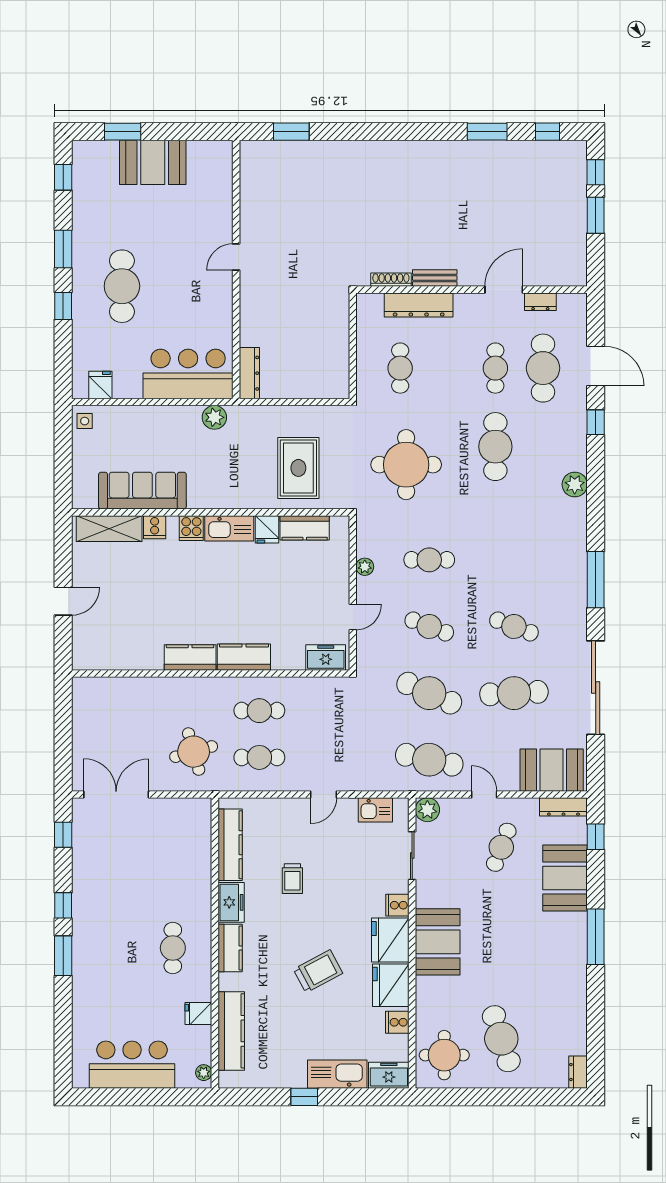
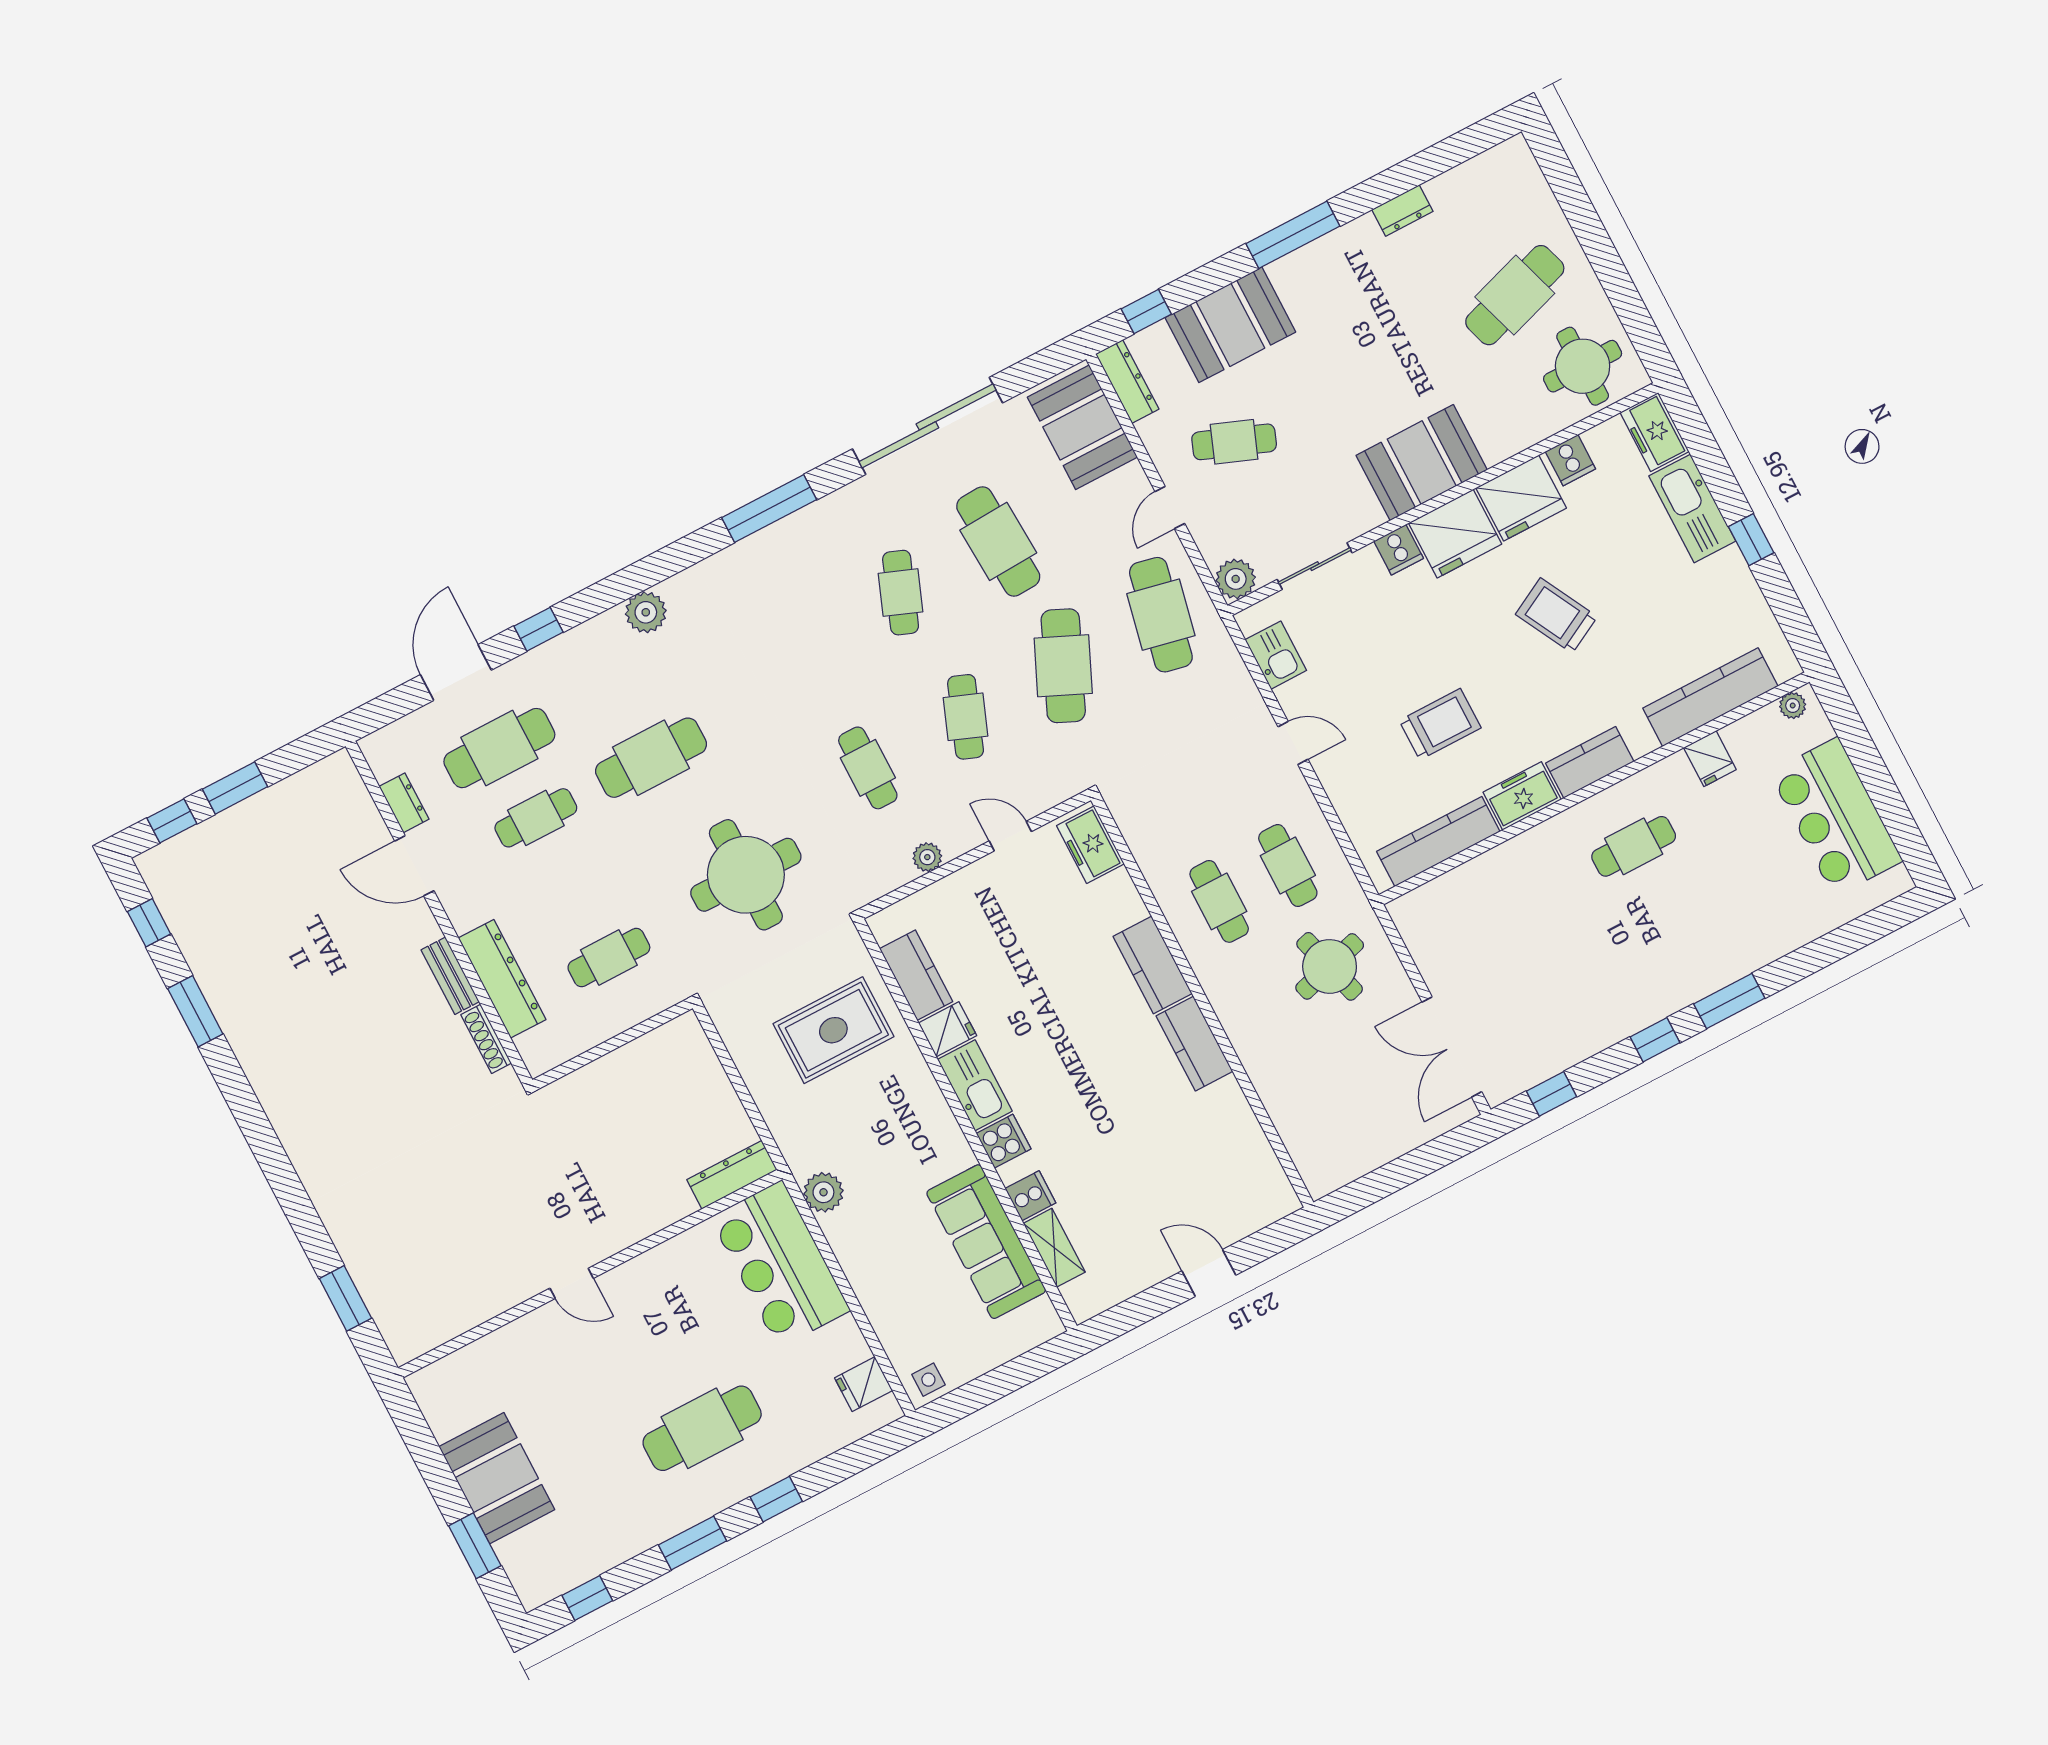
shelving: (109, 529) -> (1054, 1248), width x0.67, depth x0.75
trolley: (292, 879) -> (1440, 724), width x1.36, depth x1.39
dresser: (578, 1072) -> (1402, 210), moved

